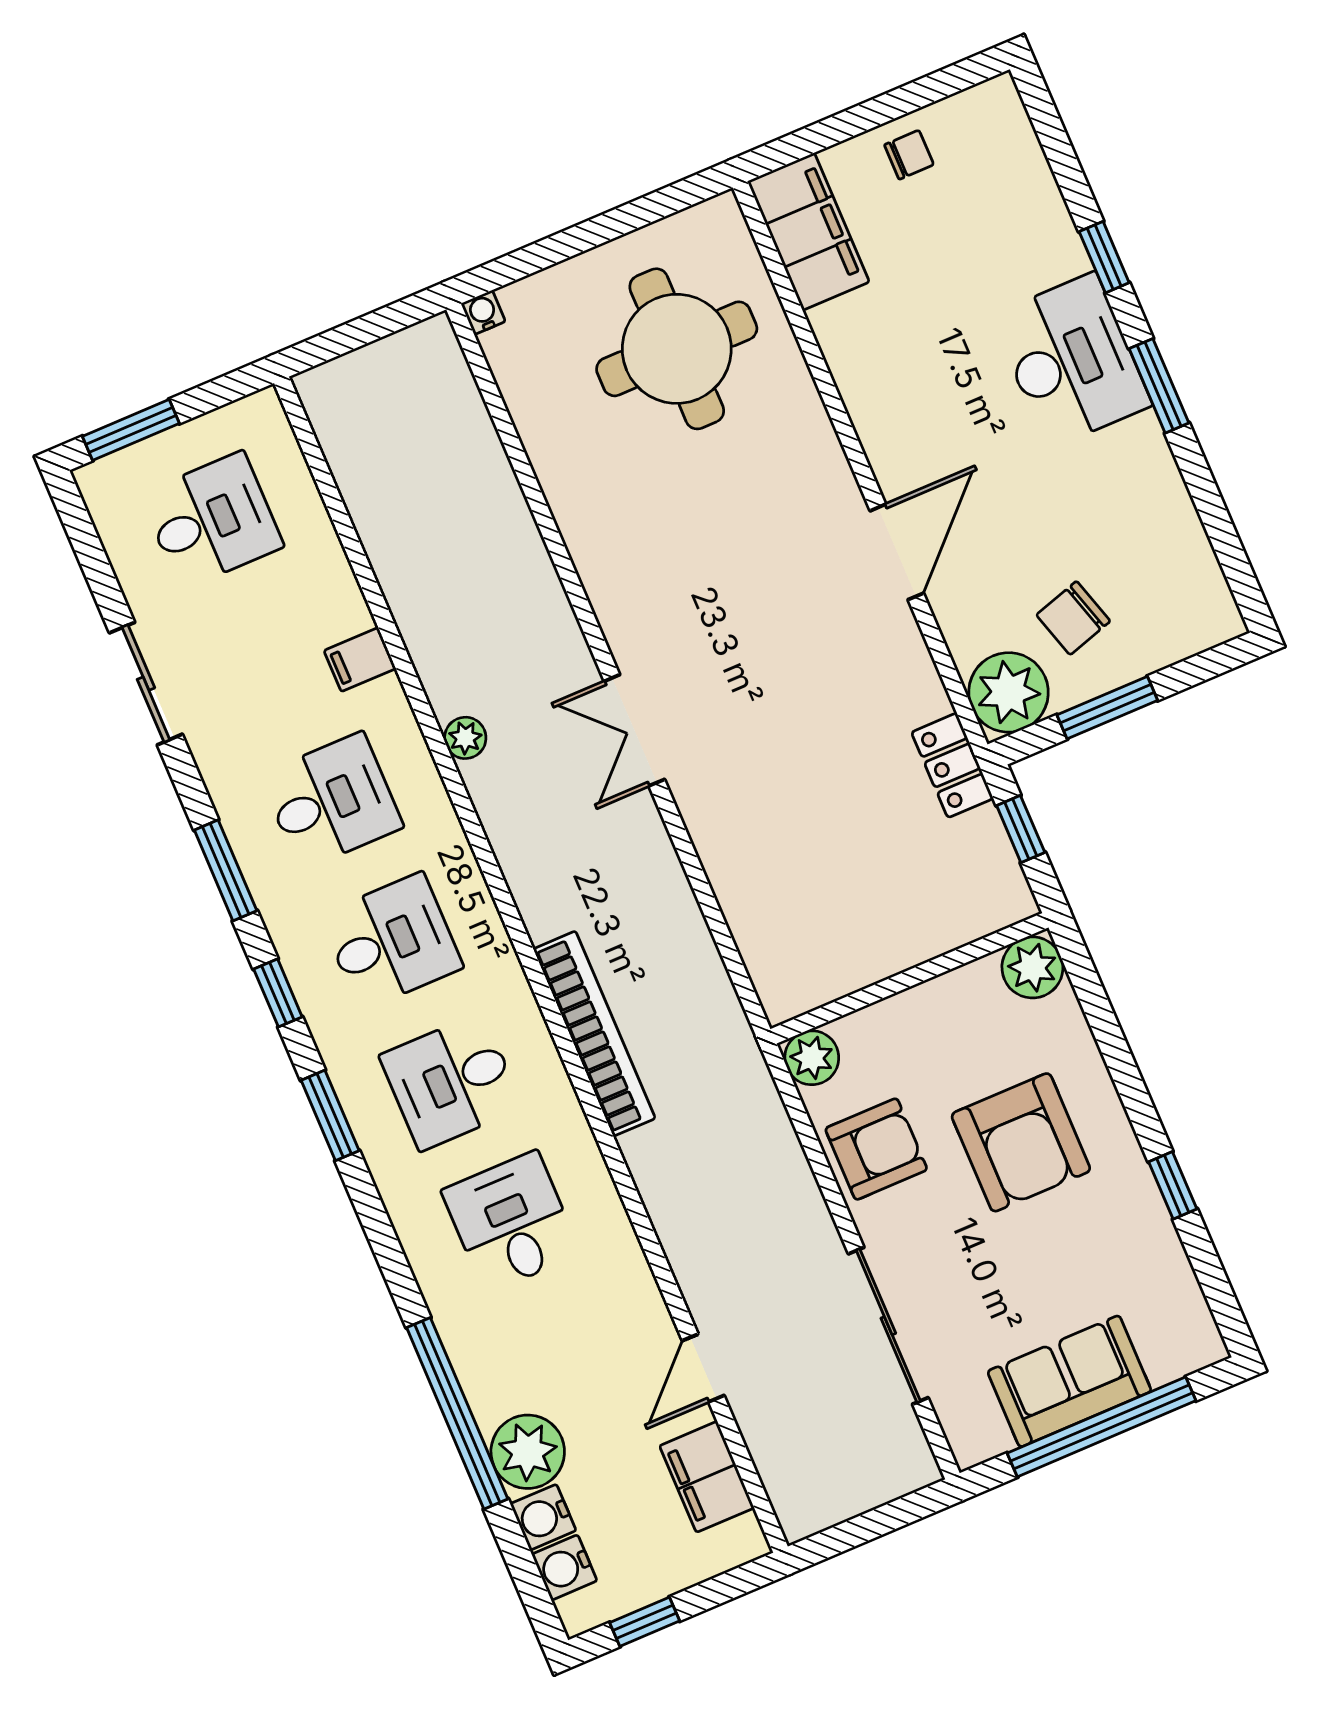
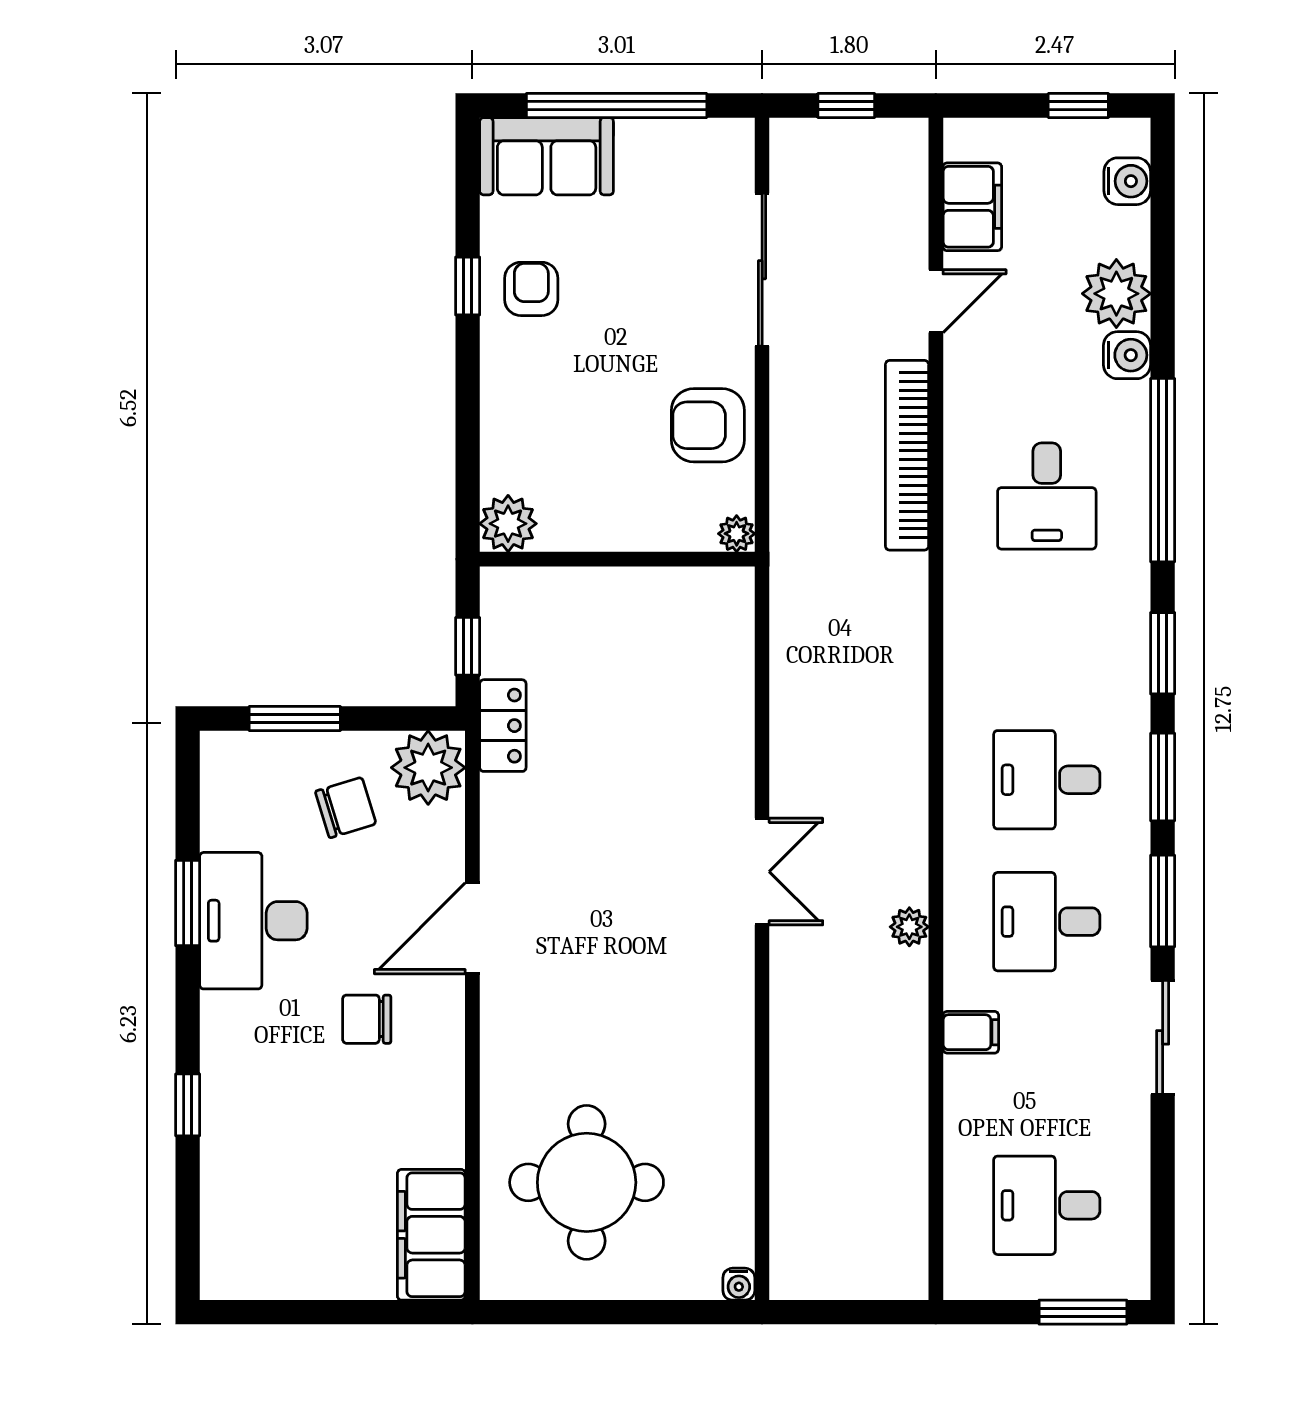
chair: (909, 155) -> (367, 1019), moved, width x1.37, depth x1.37
desk: (1071, 361) -> (253, 921), moved
window: (1159, 386) -> (188, 903), moved
sliding door: (146, 684) -> (1163, 1037), moved
window: (1107, 708) -> (295, 718), moved
window: (278, 993) -> (1163, 777), width x1.50
bookcase: (594, 1034) -> (907, 455), moved
plant: (812, 1058) -> (737, 534), width x0.73, depth x0.73
desk: (451, 1082) -> (1047, 638), removed
armchair: (1021, 1142) -> (531, 289), moved, width x0.53, depth x0.53
sofa: (1069, 1381) -> (547, 156), moved
window: (457, 1413) -> (1163, 470), moved
water cooler: (543, 1517) -> (1127, 355), moved
window: (874, 1524) -> (846, 105), added

